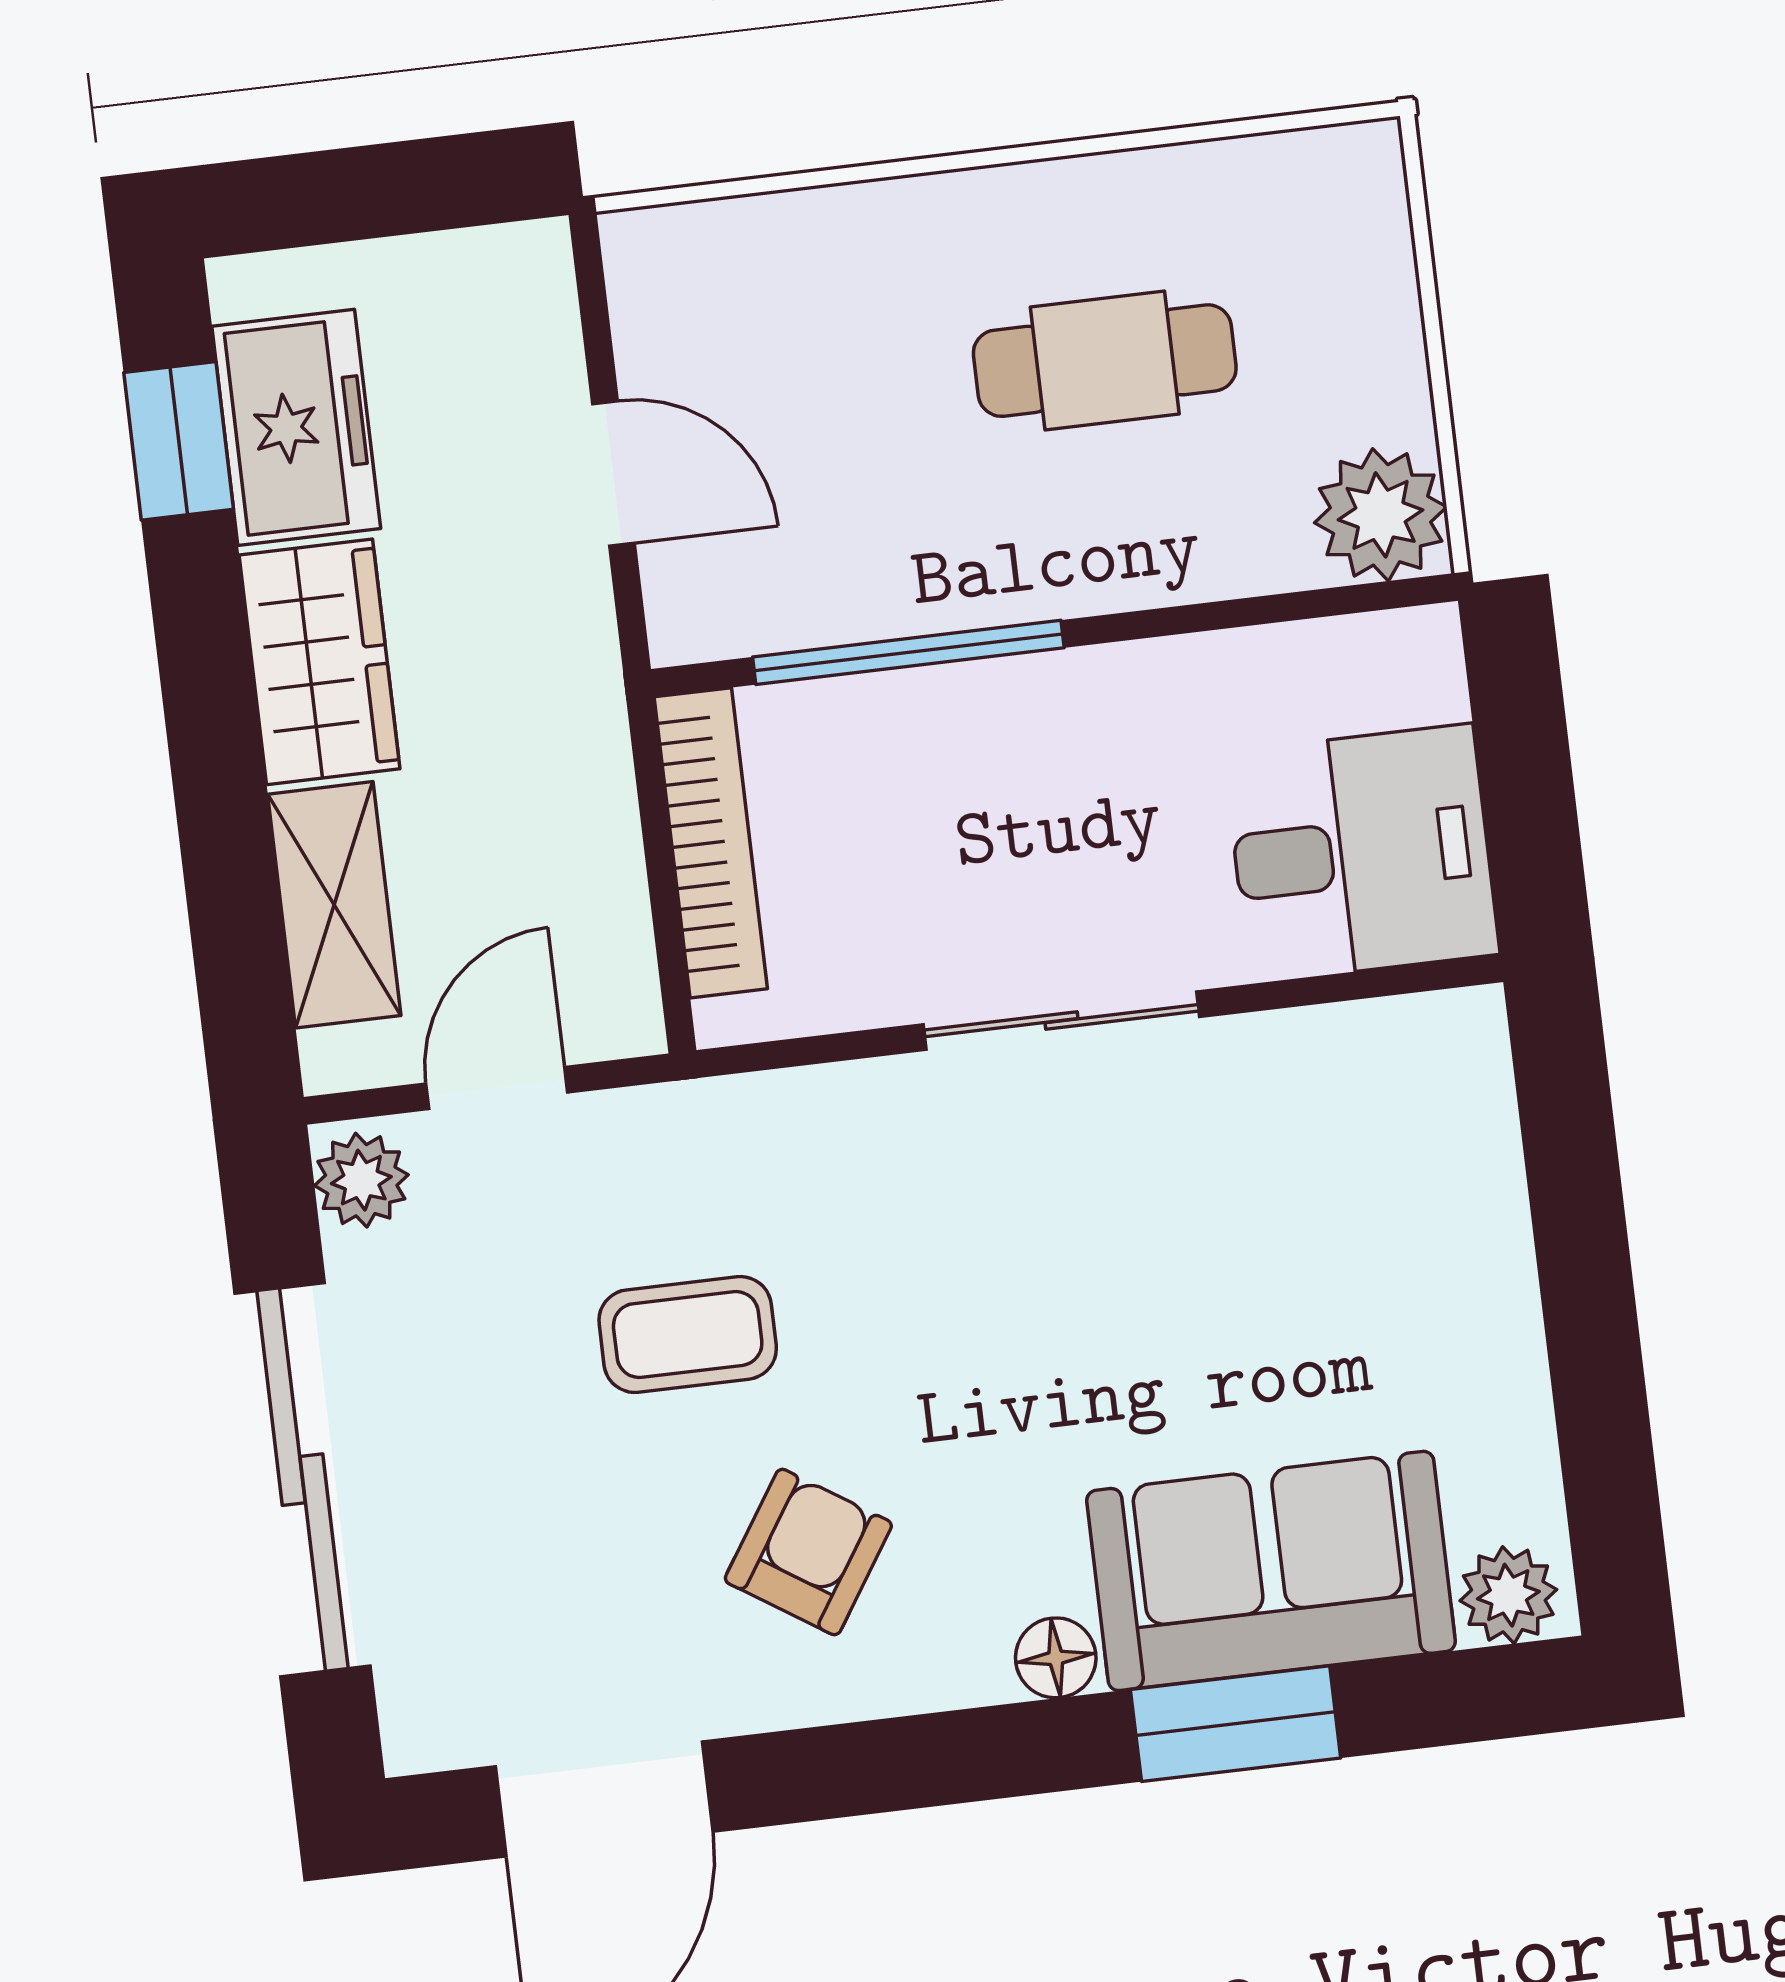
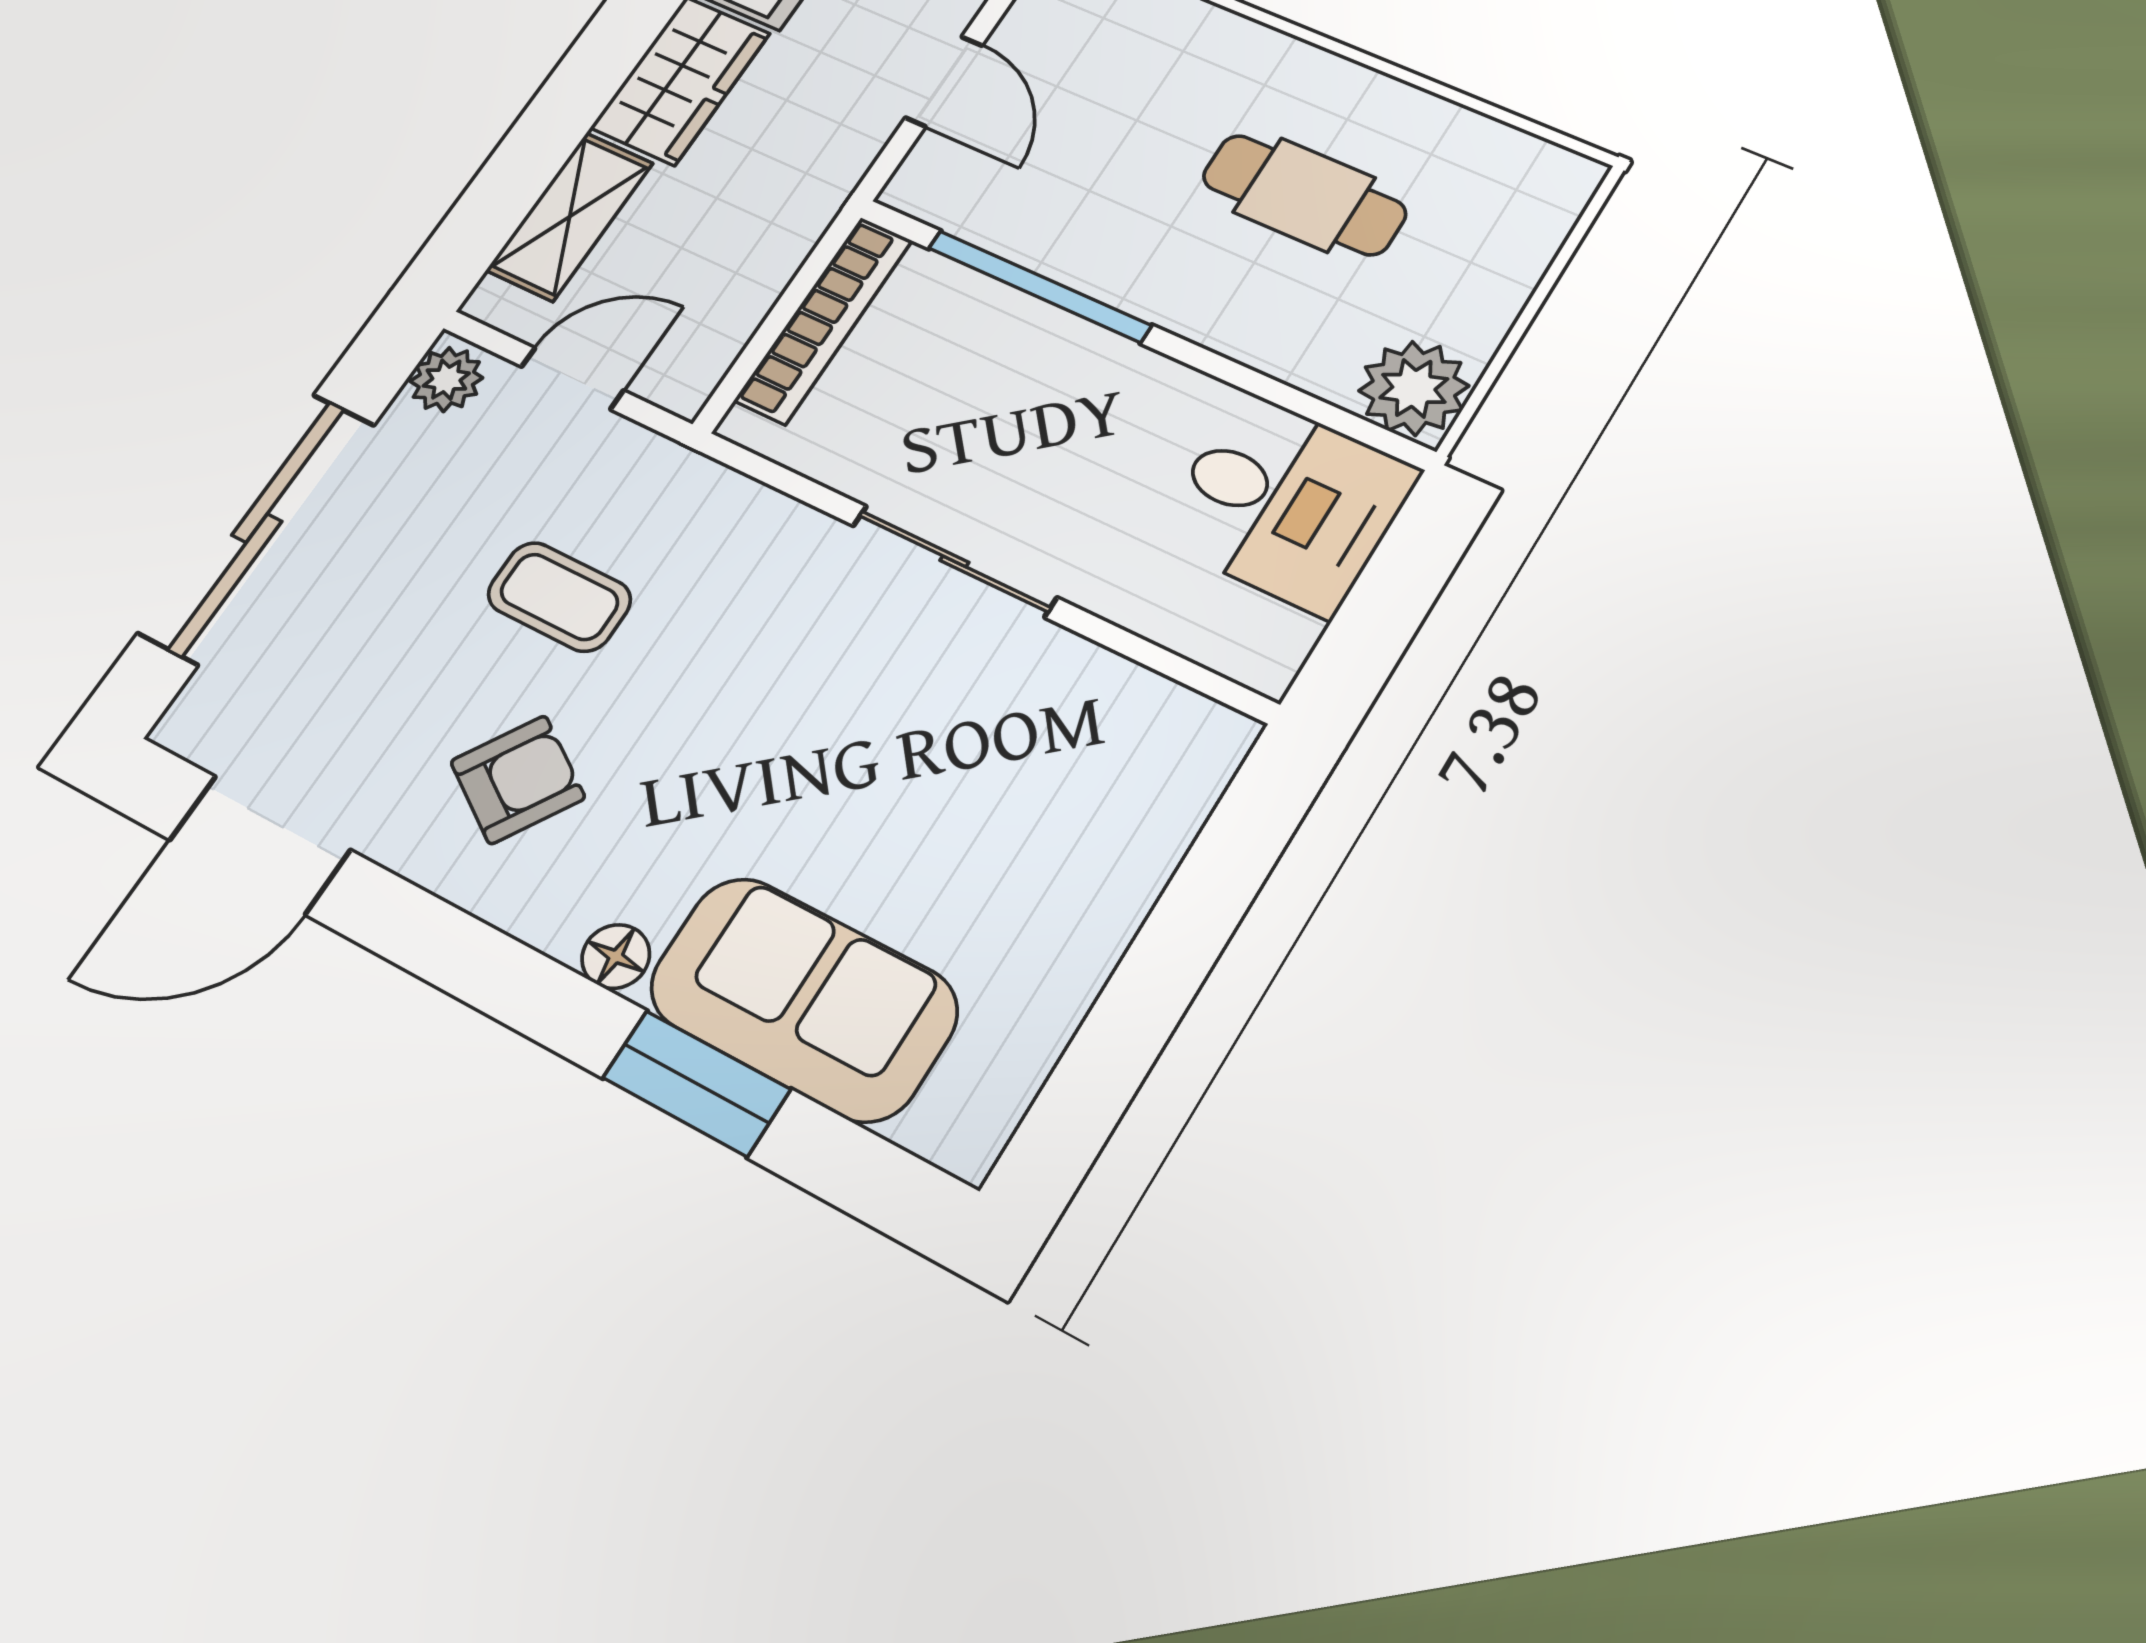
desk: (1361, 853) -> (1286, 504), moved
plant: (1508, 1595) -> (951, 1128), removed

